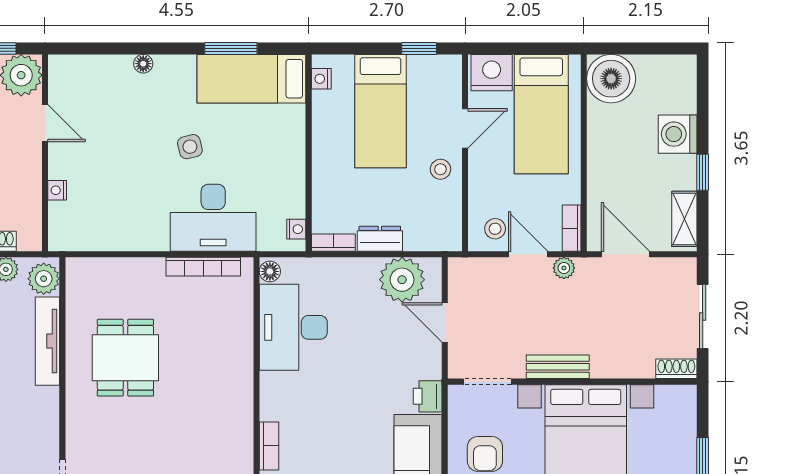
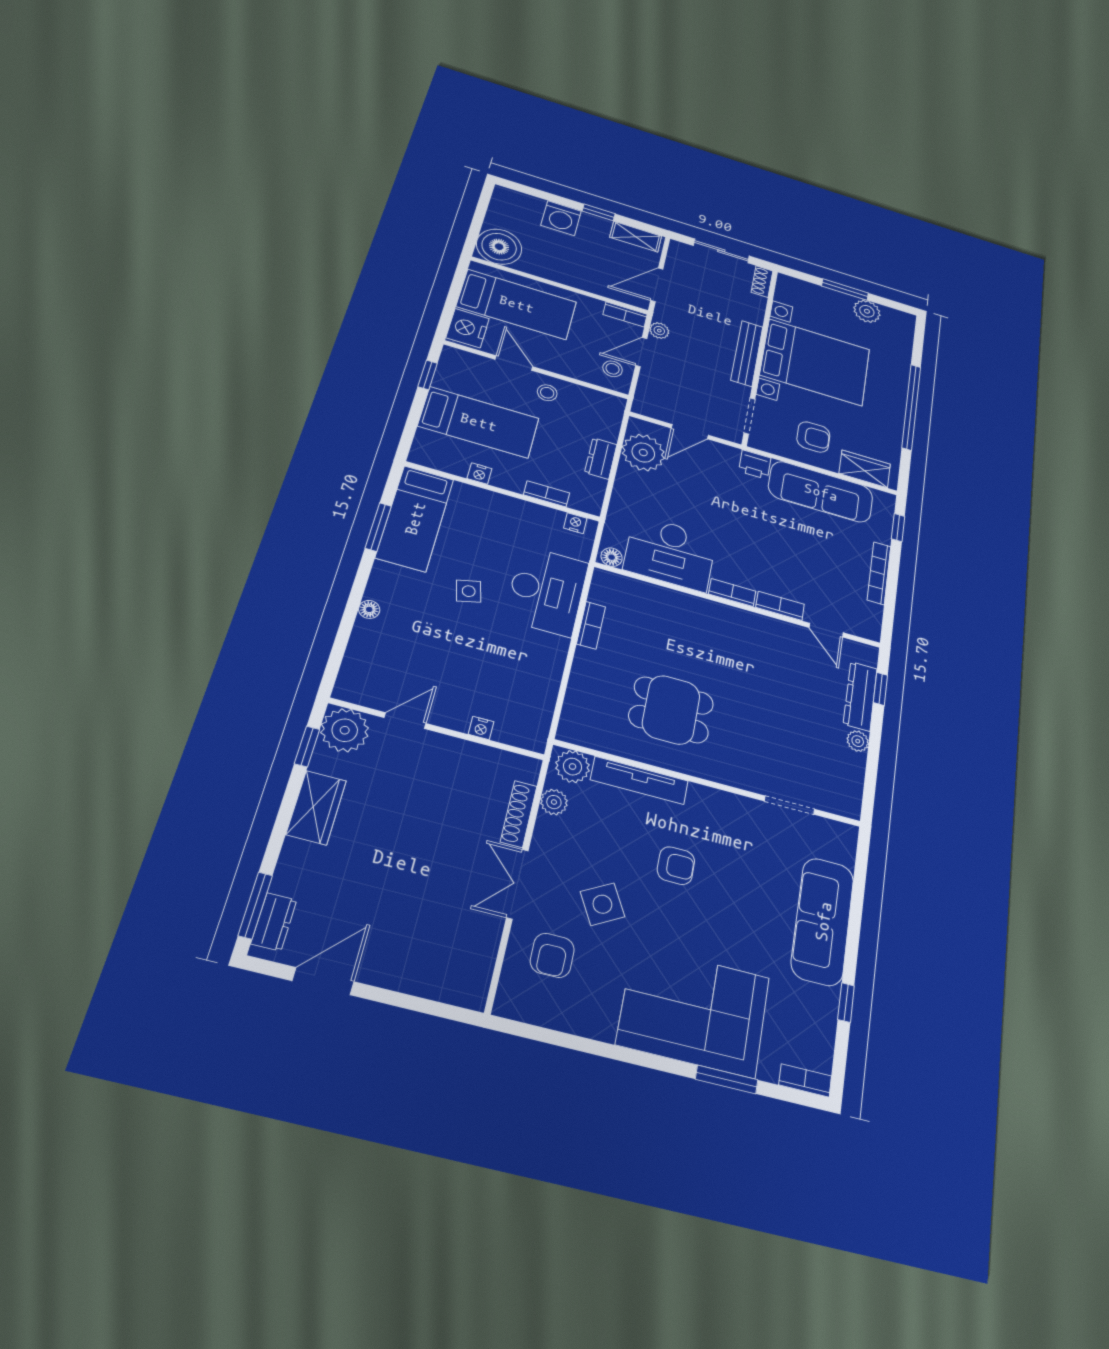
nightstand: (321, 79) -> (480, 474), moved
bookcase: (333, 243) -> (547, 494), moved, turned 90
bookcase: (203, 267) -> (591, 625), width x0.64
bench: (558, 367) -> (747, 353), width x1.36
bookcase: (269, 396) -> (732, 593), added

